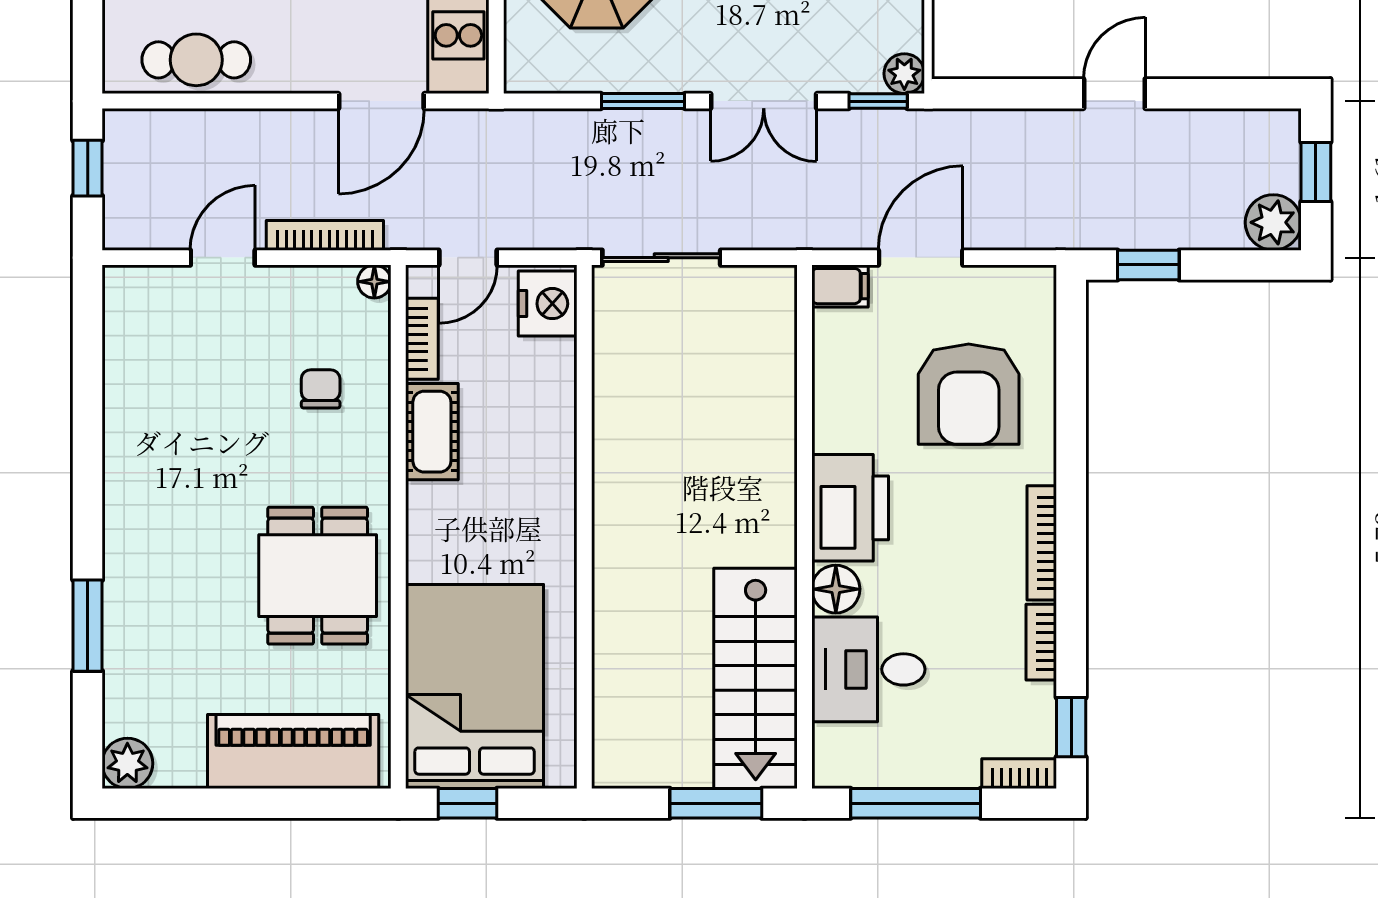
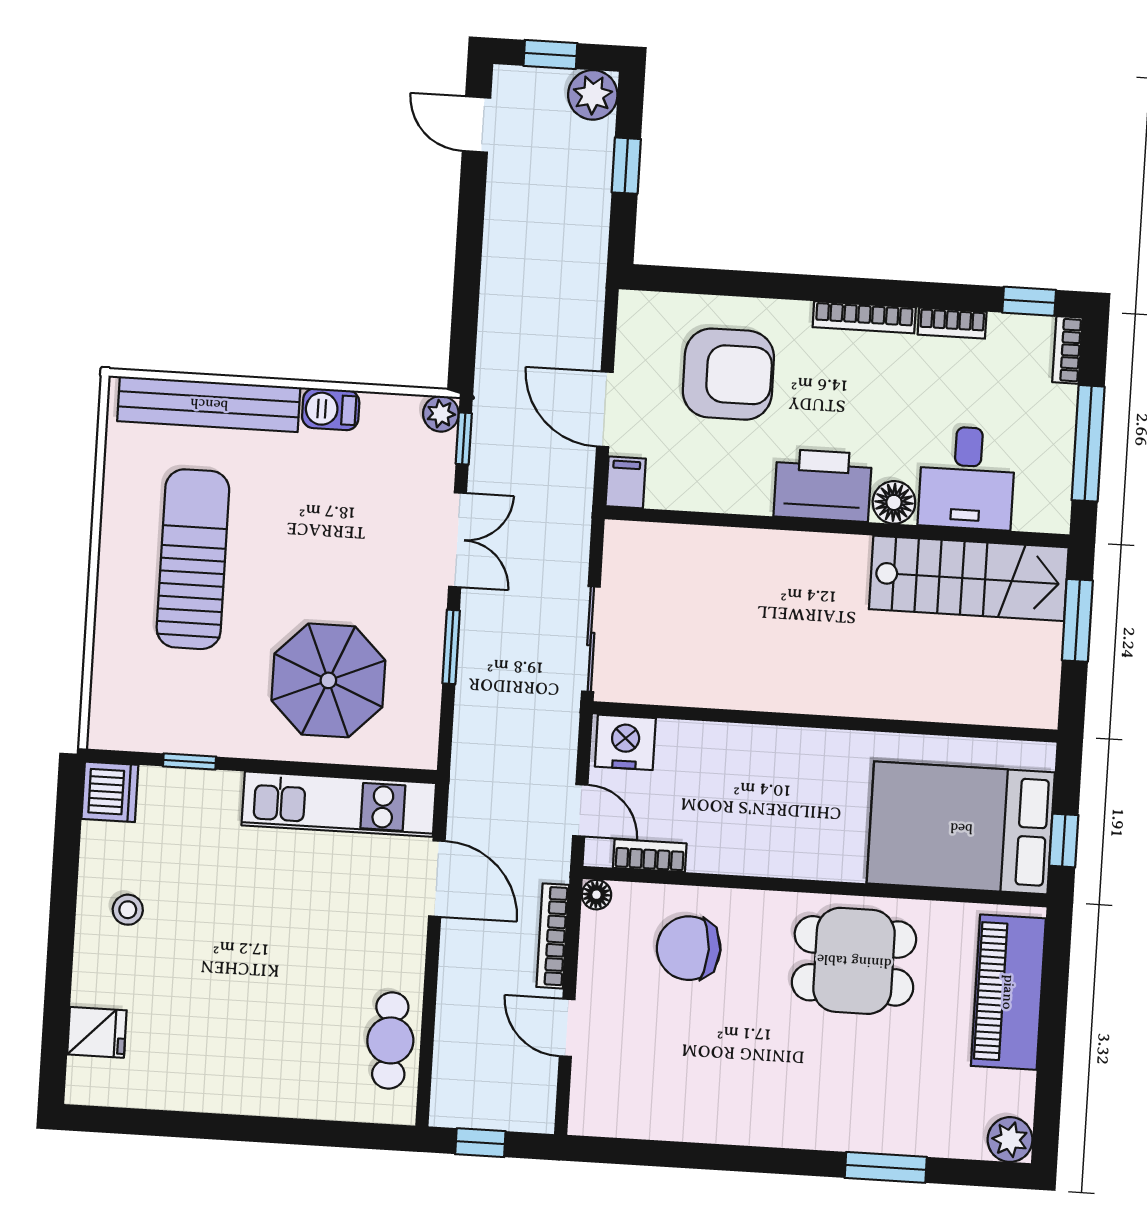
door: (1114, 94) -> (476, 124), moved
window: (1148, 265) -> (626, 166), moved
chair: (321, 389) -> (689, 948), width x1.87, depth x1.87
cot: (432, 432) -> (733, 852), removed

